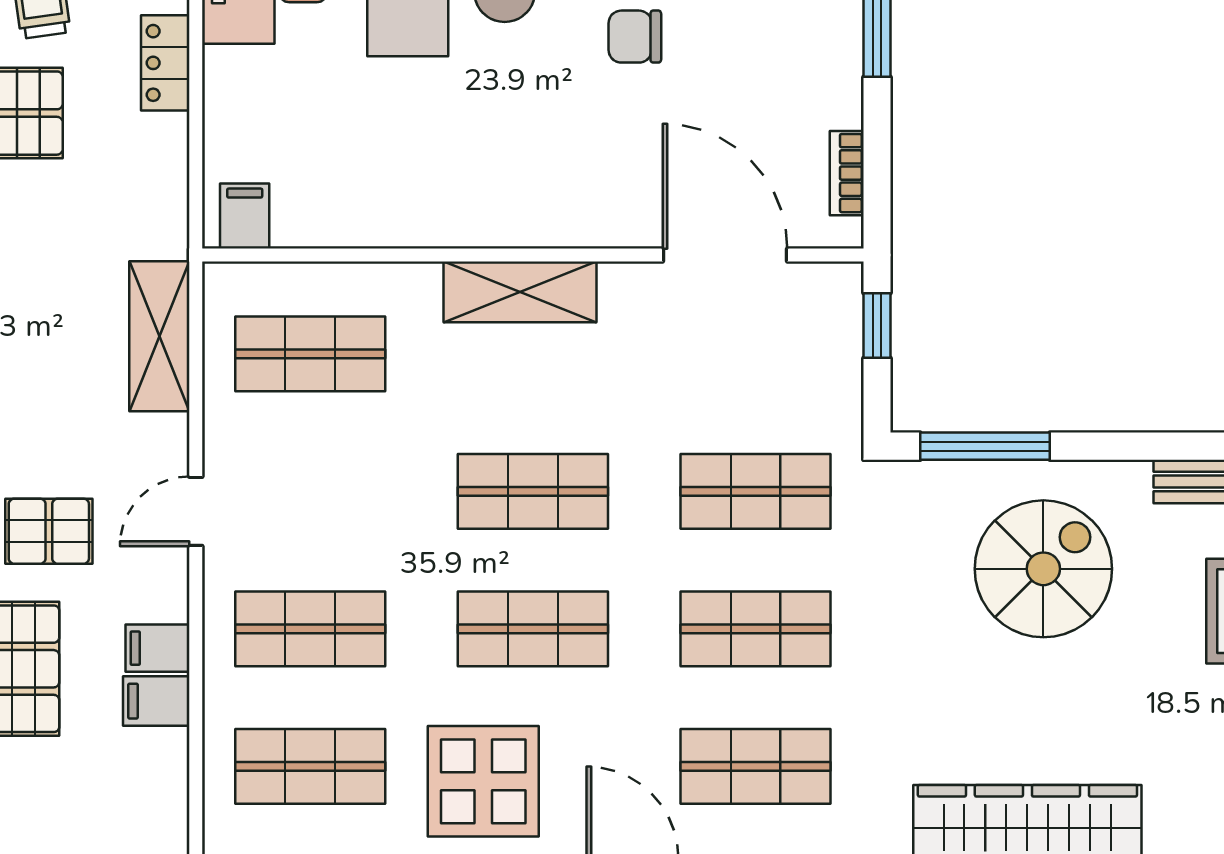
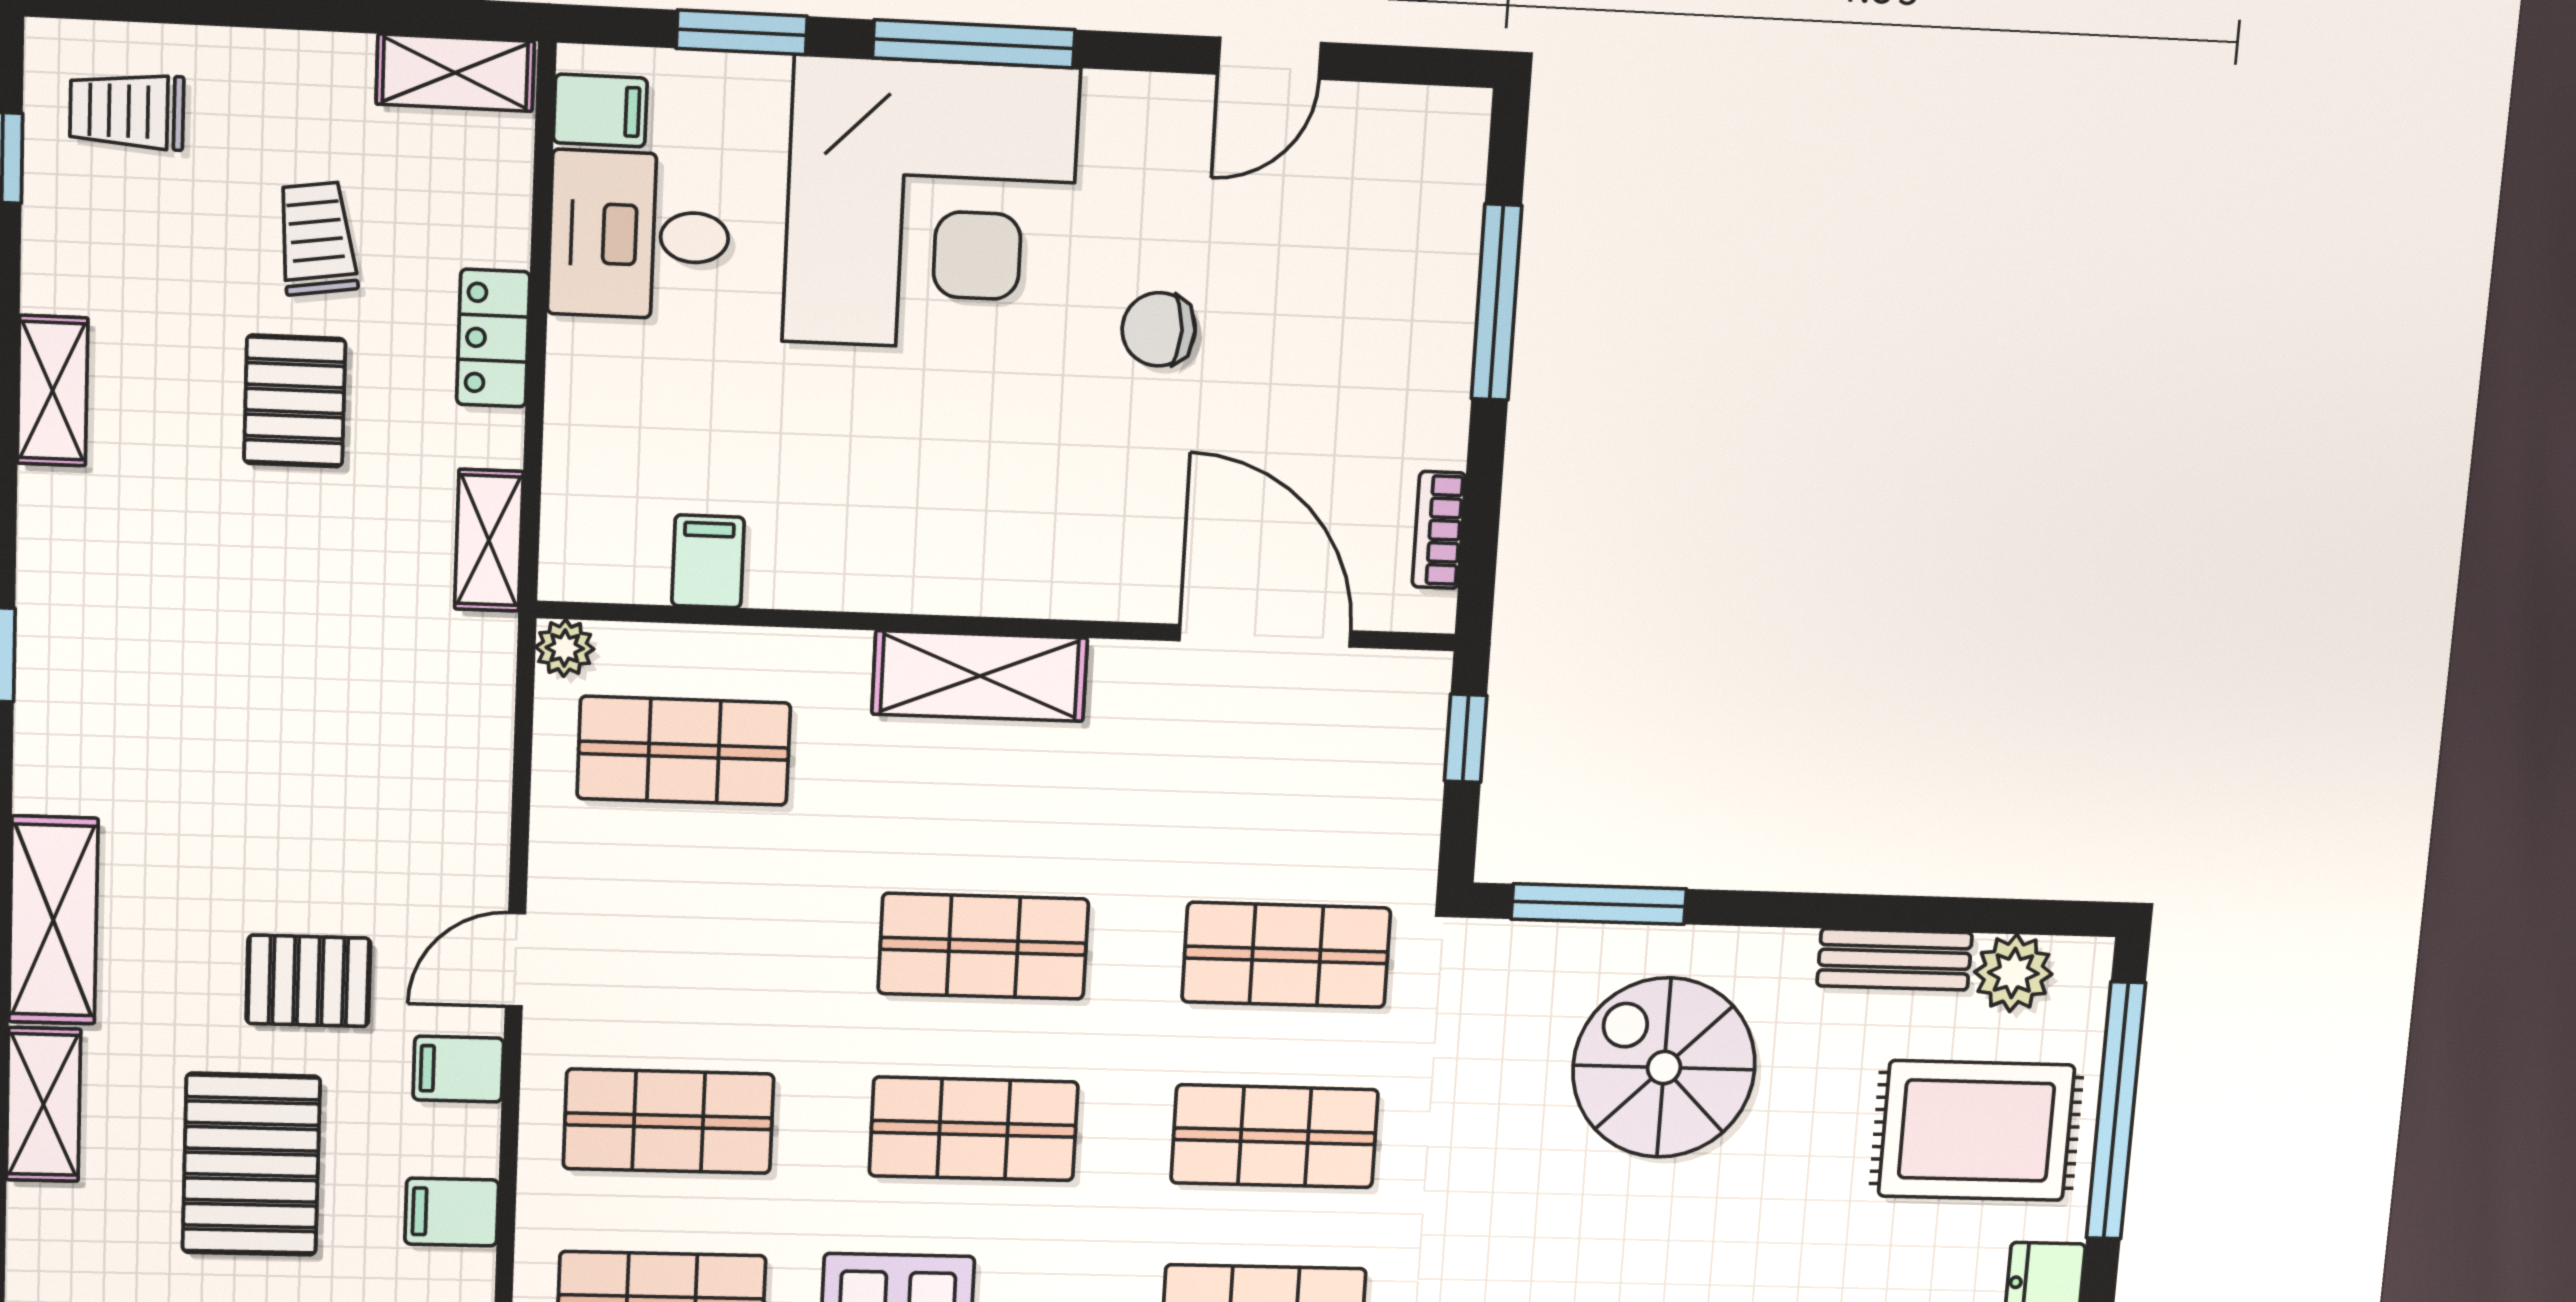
filing cabinet: (245, 216) -> (708, 561), moved
plant: (223, 282) -> (565, 648), added
shelving: (159, 336) -> (489, 540), moved, width x0.67, depth x0.75
spiral stairs: (1043, 569) -> (1664, 1068), turned -90
filing cabinet: (158, 648) -> (458, 1069), moved

